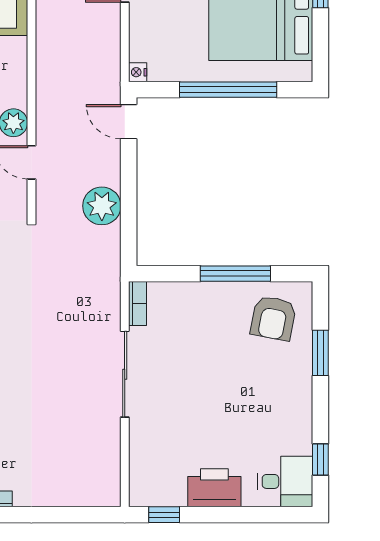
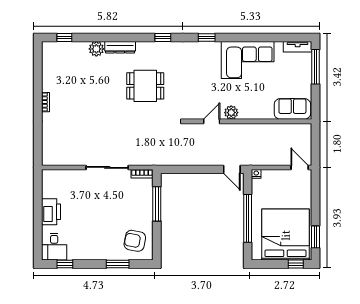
door: (129, 122) -> (232, 169), swing flipped
plant: (102, 206) -> (190, 156), removed
window: (235, 274) -> (157, 204), moved
window: (164, 515) -> (38, 187), removed

